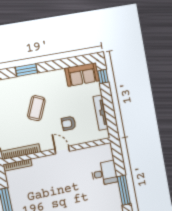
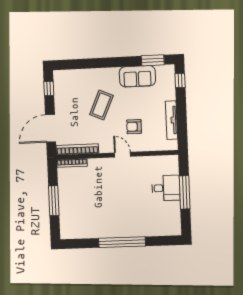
window: (26, 70) -> (153, 60), moved
sofa: (82, 74) -> (137, 76), moved
window: (124, 190) -> (185, 192), moved

